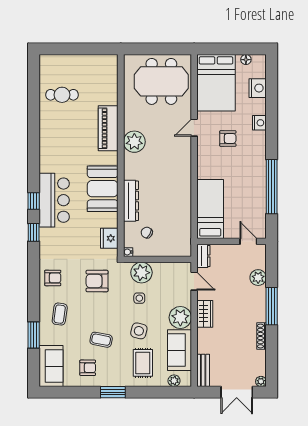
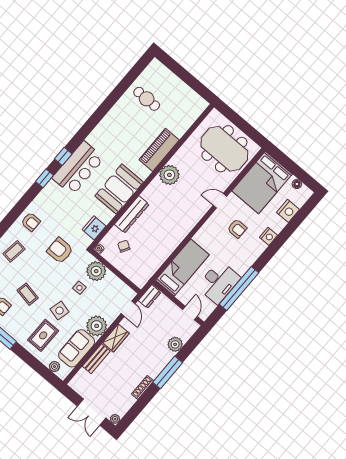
desk: (250, 196) -> (219, 282), added
bench: (203, 370) -> (96, 359), moved

